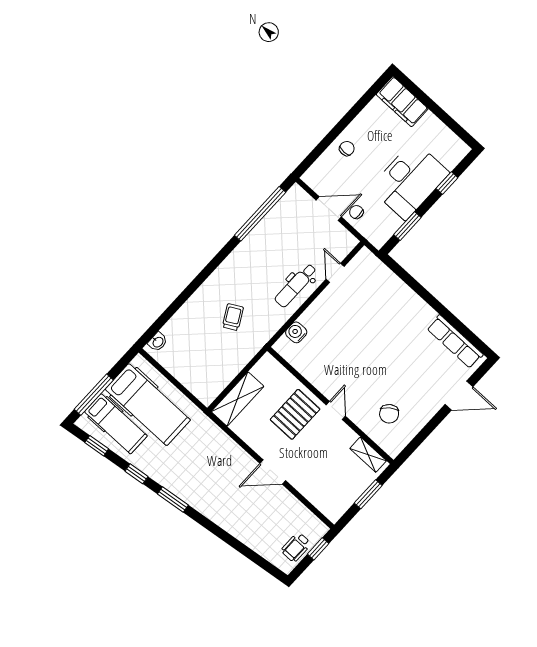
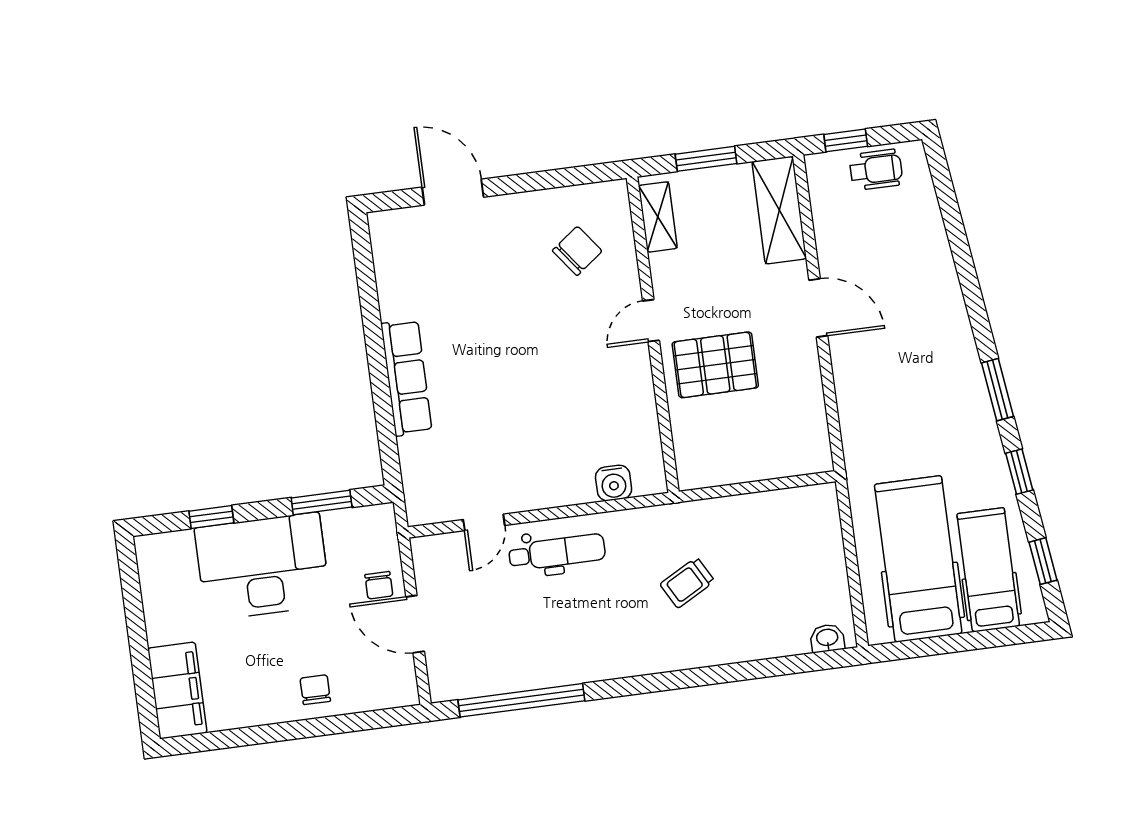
chair: (347, 148) -> (315, 690), turned 90
row of seats: (455, 342) -> (406, 378), moved
window: (94, 395) -> (985, 639), removed
shelving: (238, 399) -> (779, 210), moved, turned 90

